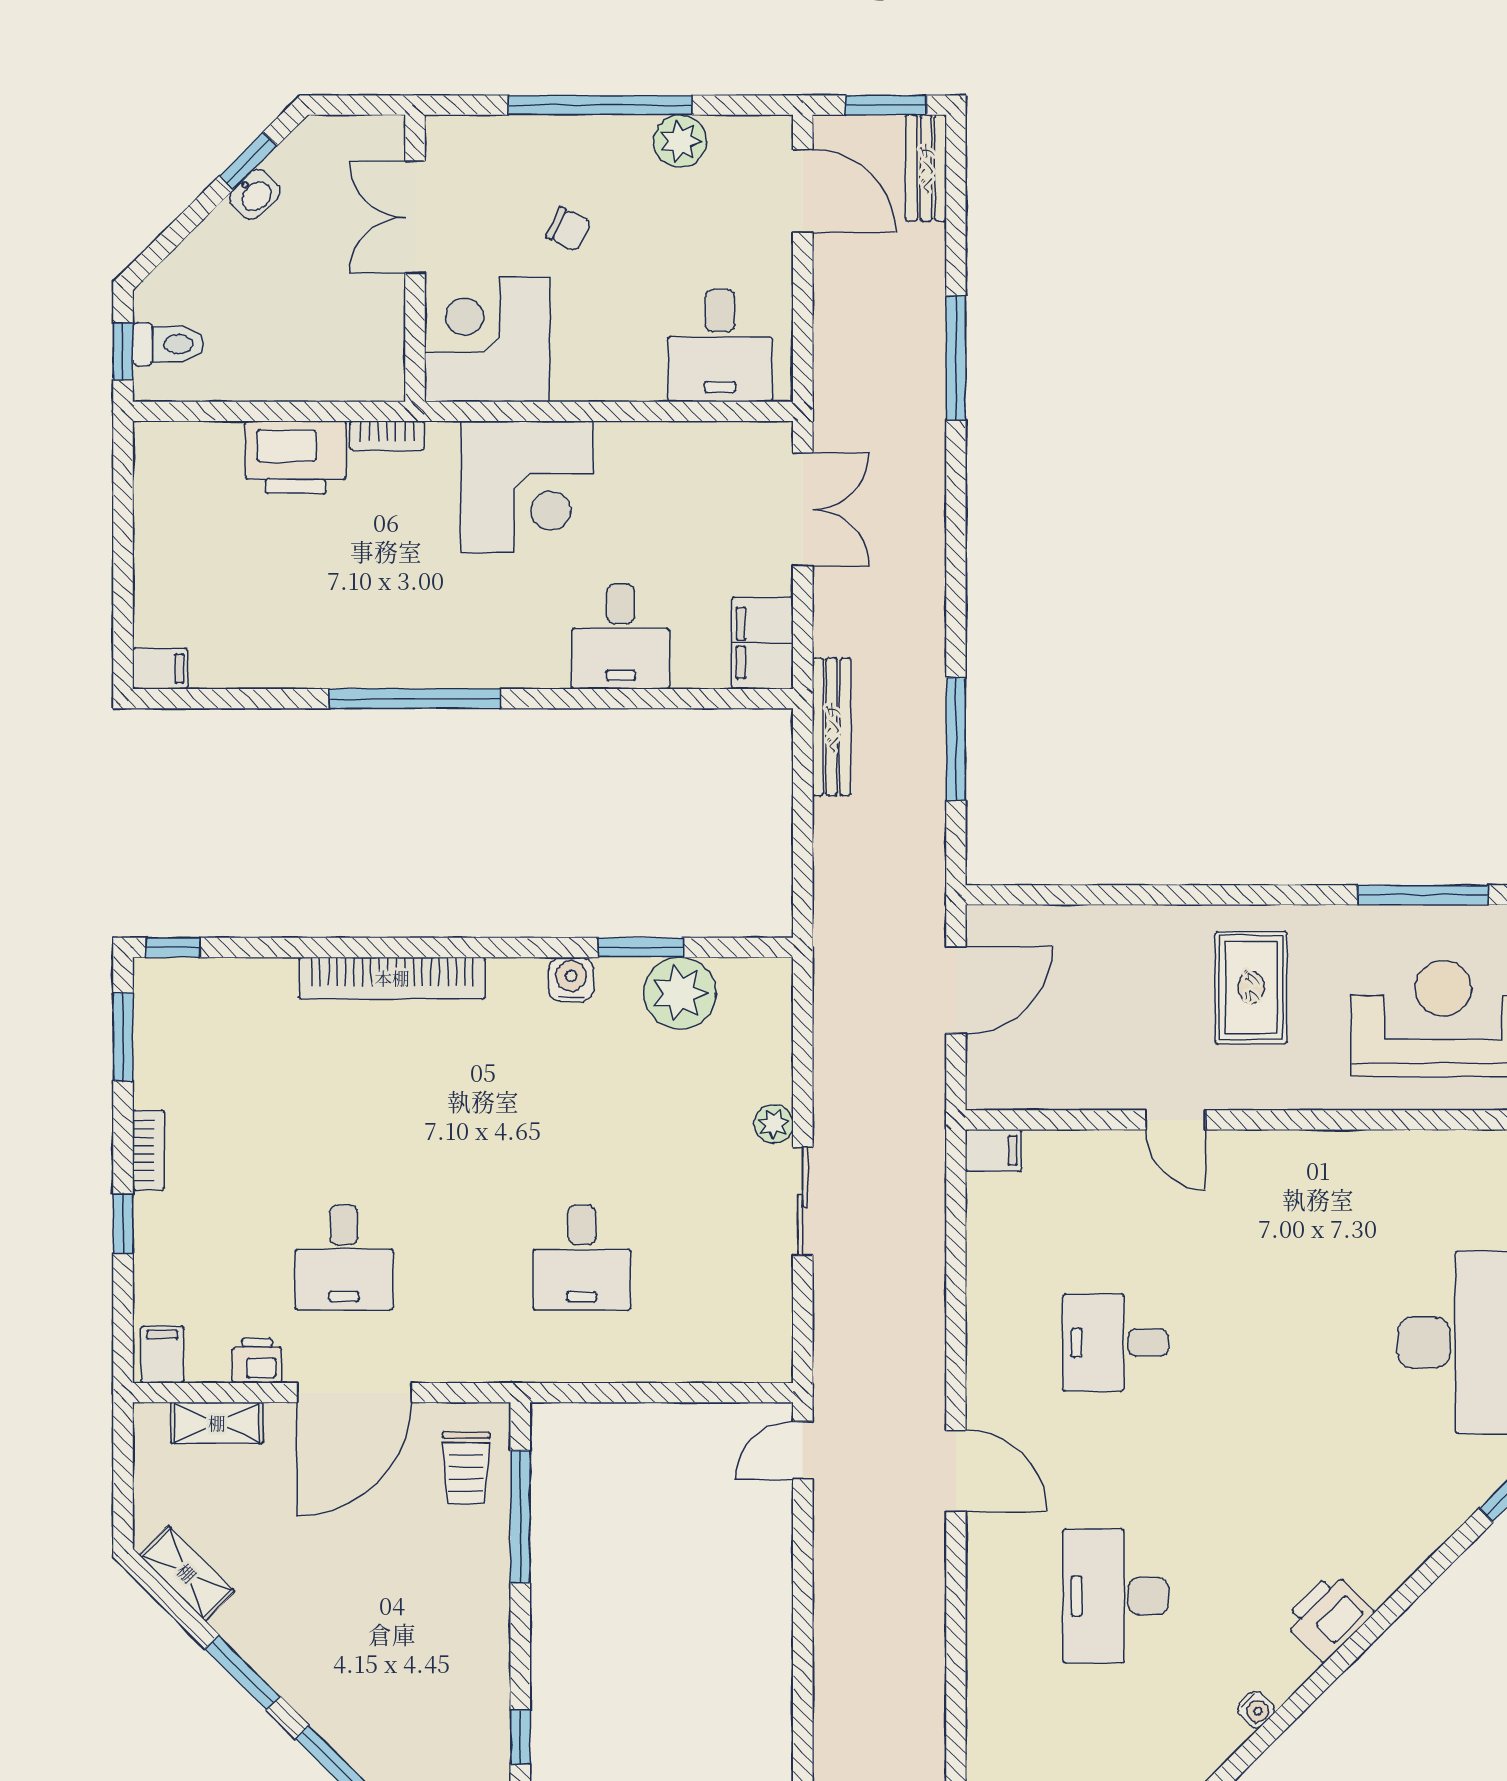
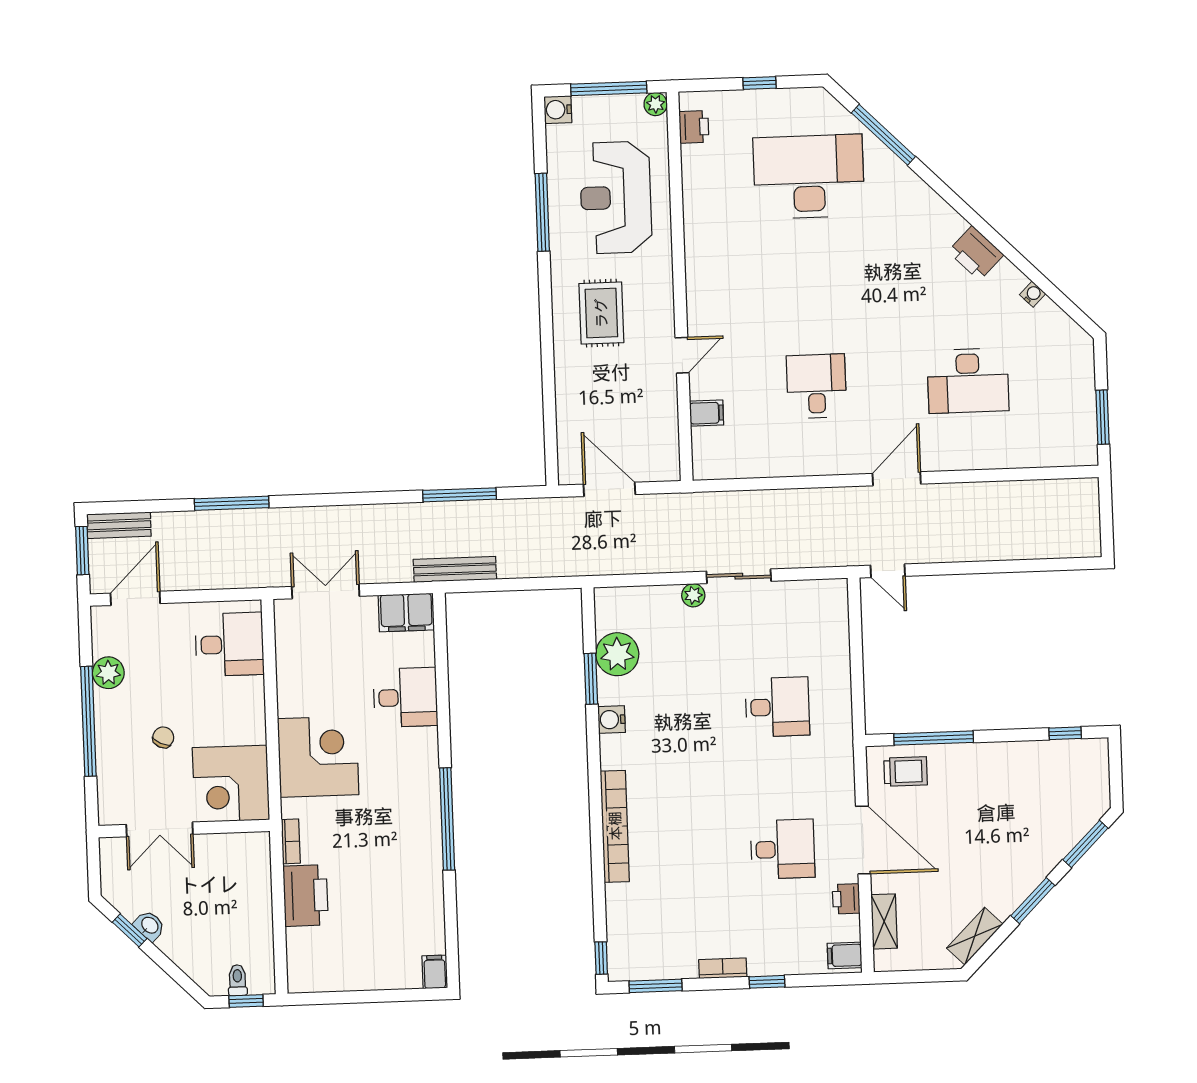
toilet: (168, 344) -> (237, 980), width x0.73, depth x0.72
rug: (1251, 987) -> (601, 313), turned 90
filing cabinet: (993, 1150) -> (707, 413), moved, turned 90
desk: (1116, 1342) -> (816, 386), turned 180

